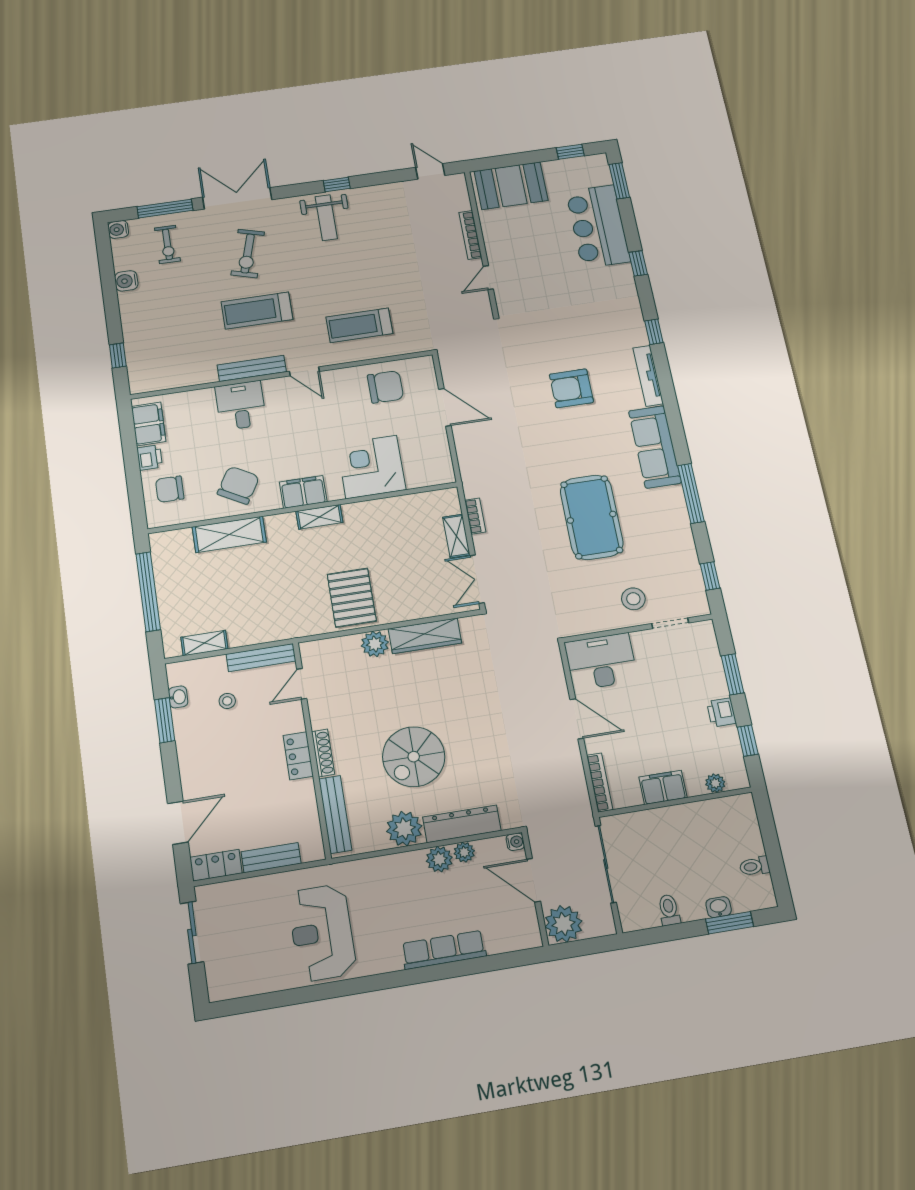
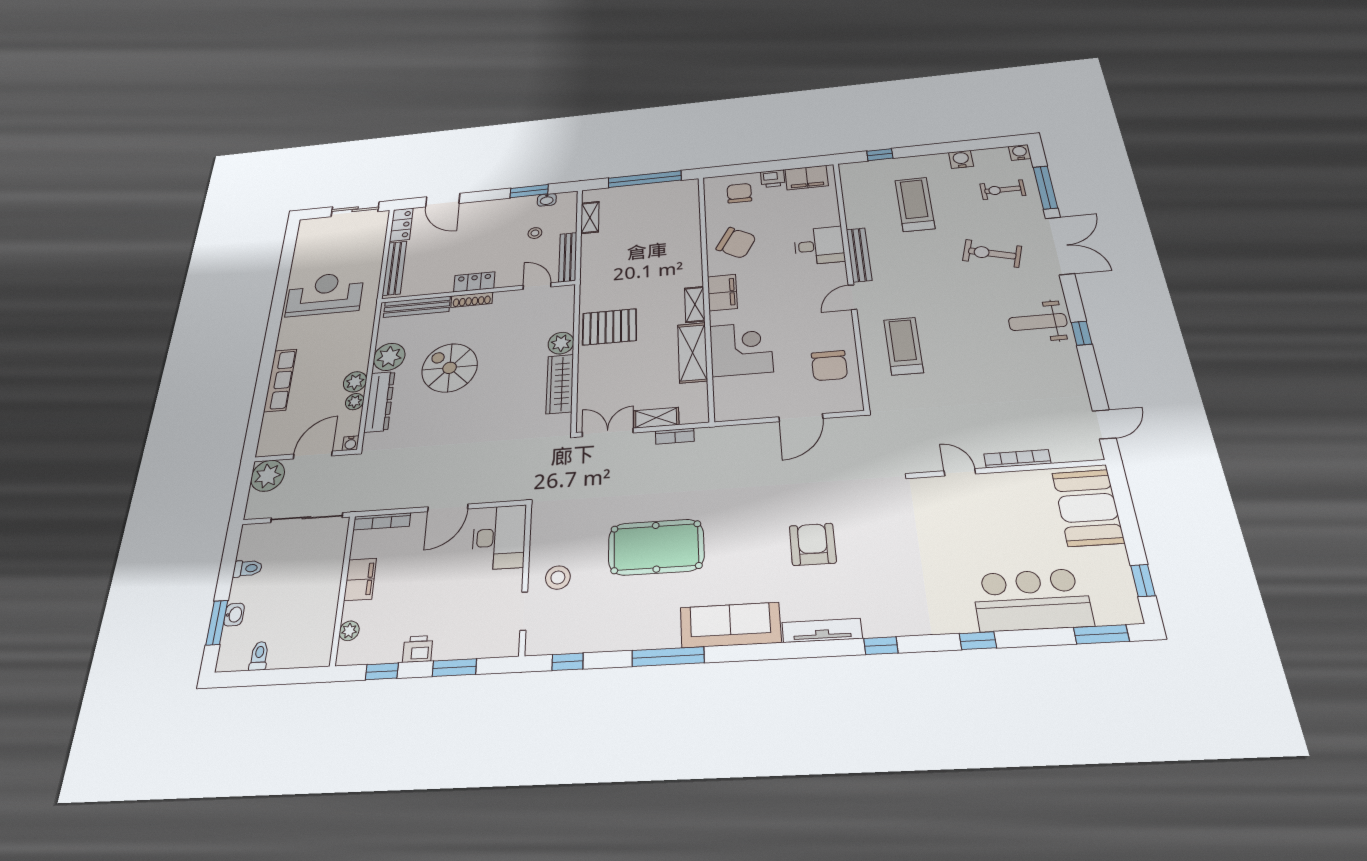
treadmill: (257, 311) -> (915, 204), moved
shelving: (229, 534) -> (693, 353), moved
bench: (271, 858) -> (395, 268), width x1.36

